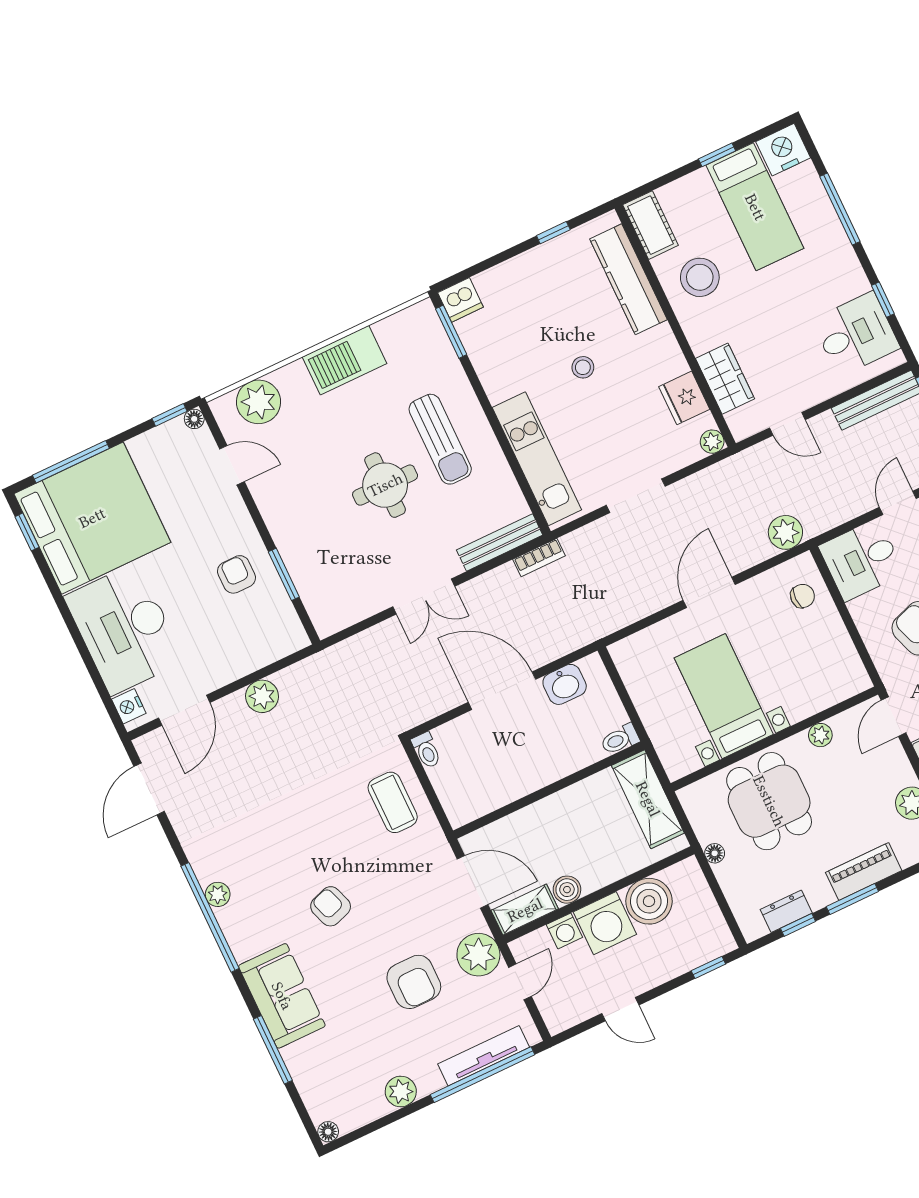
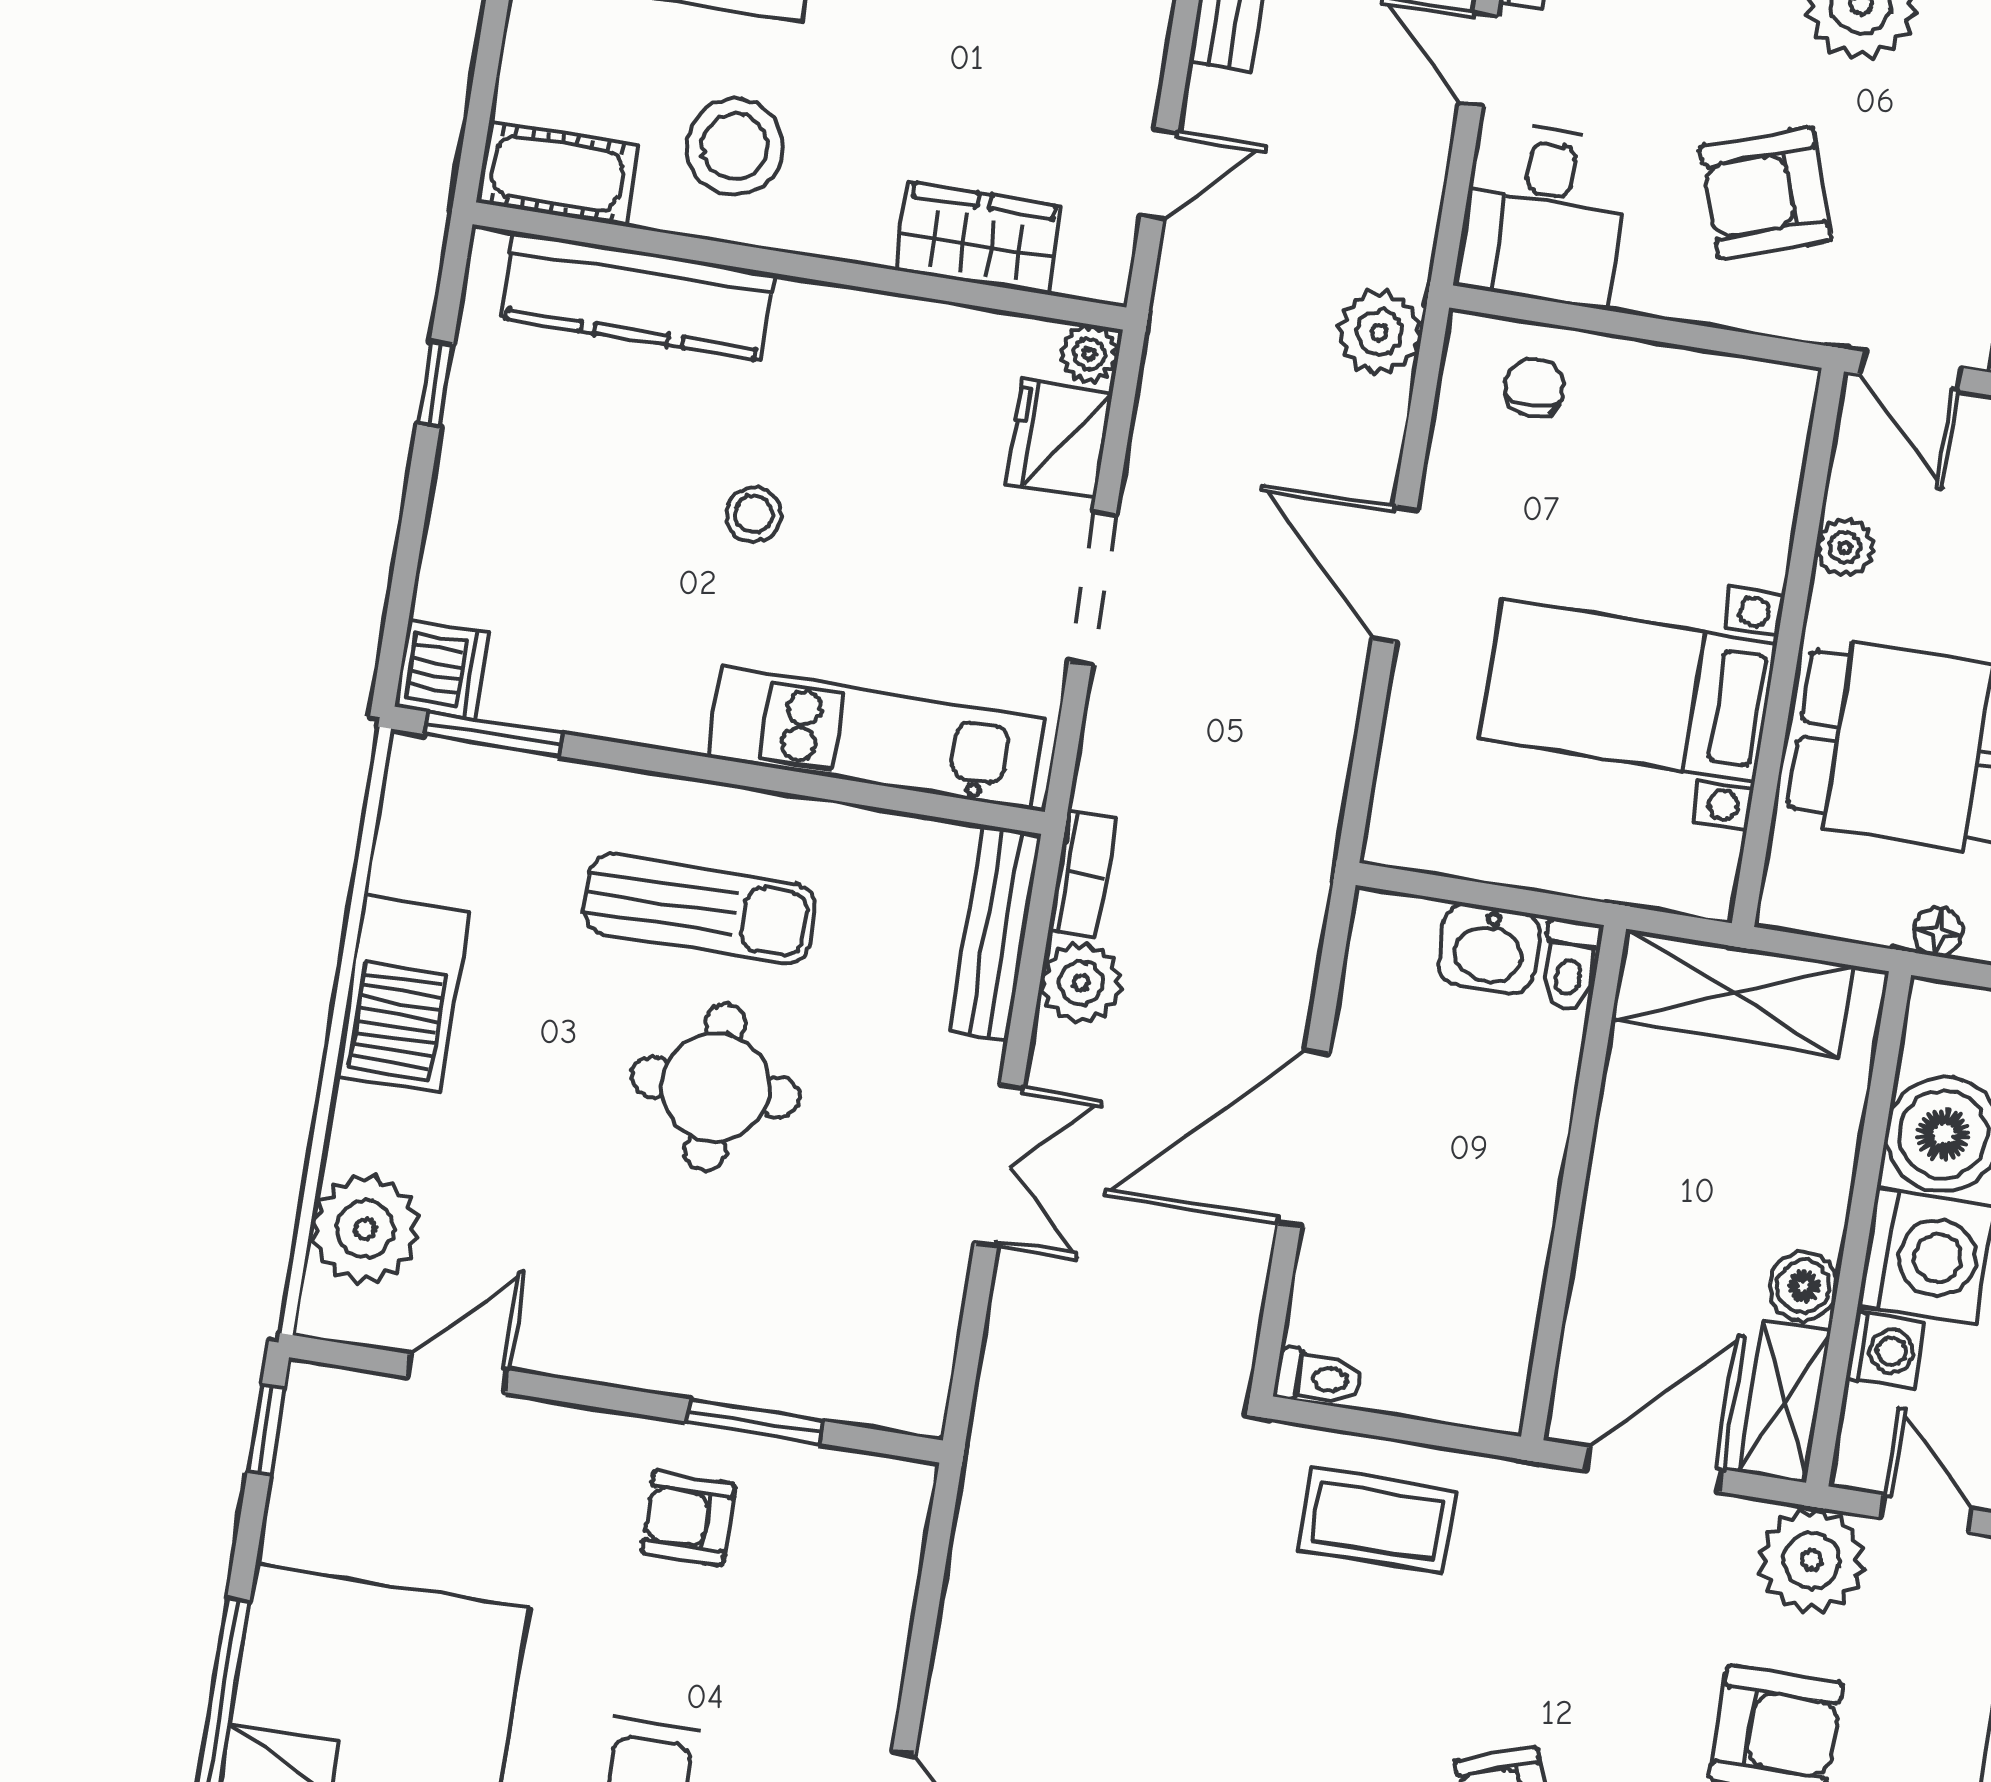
fridge: (684, 398) -> (1059, 438), moved, turned 90
floor lamp: (194, 419) -> (309, 1385), removed
washbasin: (565, 684) -> (1489, 948), moved, turned 90
plant: (262, 696) -> (1081, 982), moved

